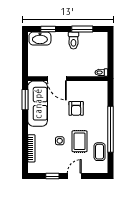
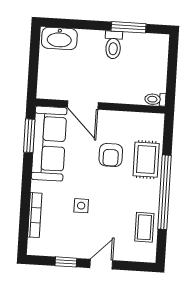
window: (48, 29) -> (73, 24), removed
rug: (80, 141) -> (146, 160), moved

